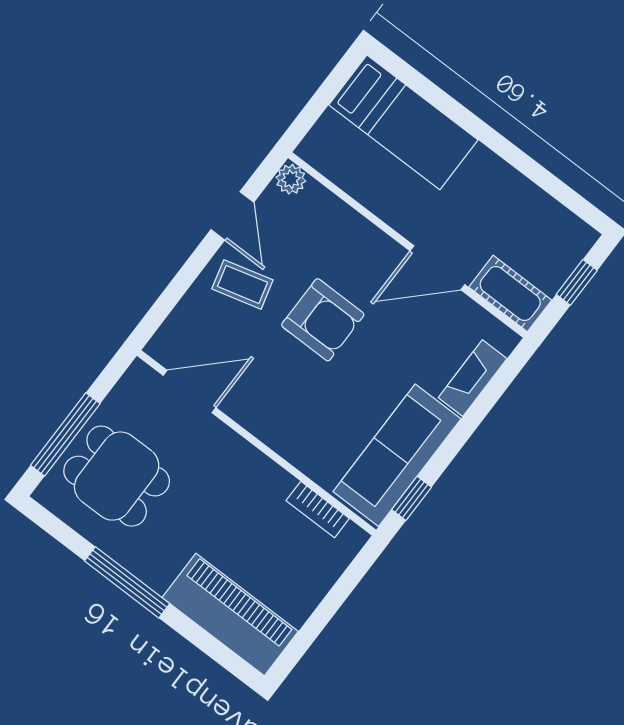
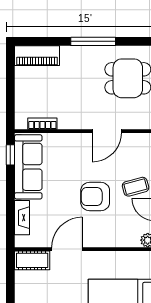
window: (577, 282) -> (10, 284), removed
door: (190, 392) -> (107, 131), moved
piano: (230, 614) -> (37, 56), width x0.73, depth x0.75

